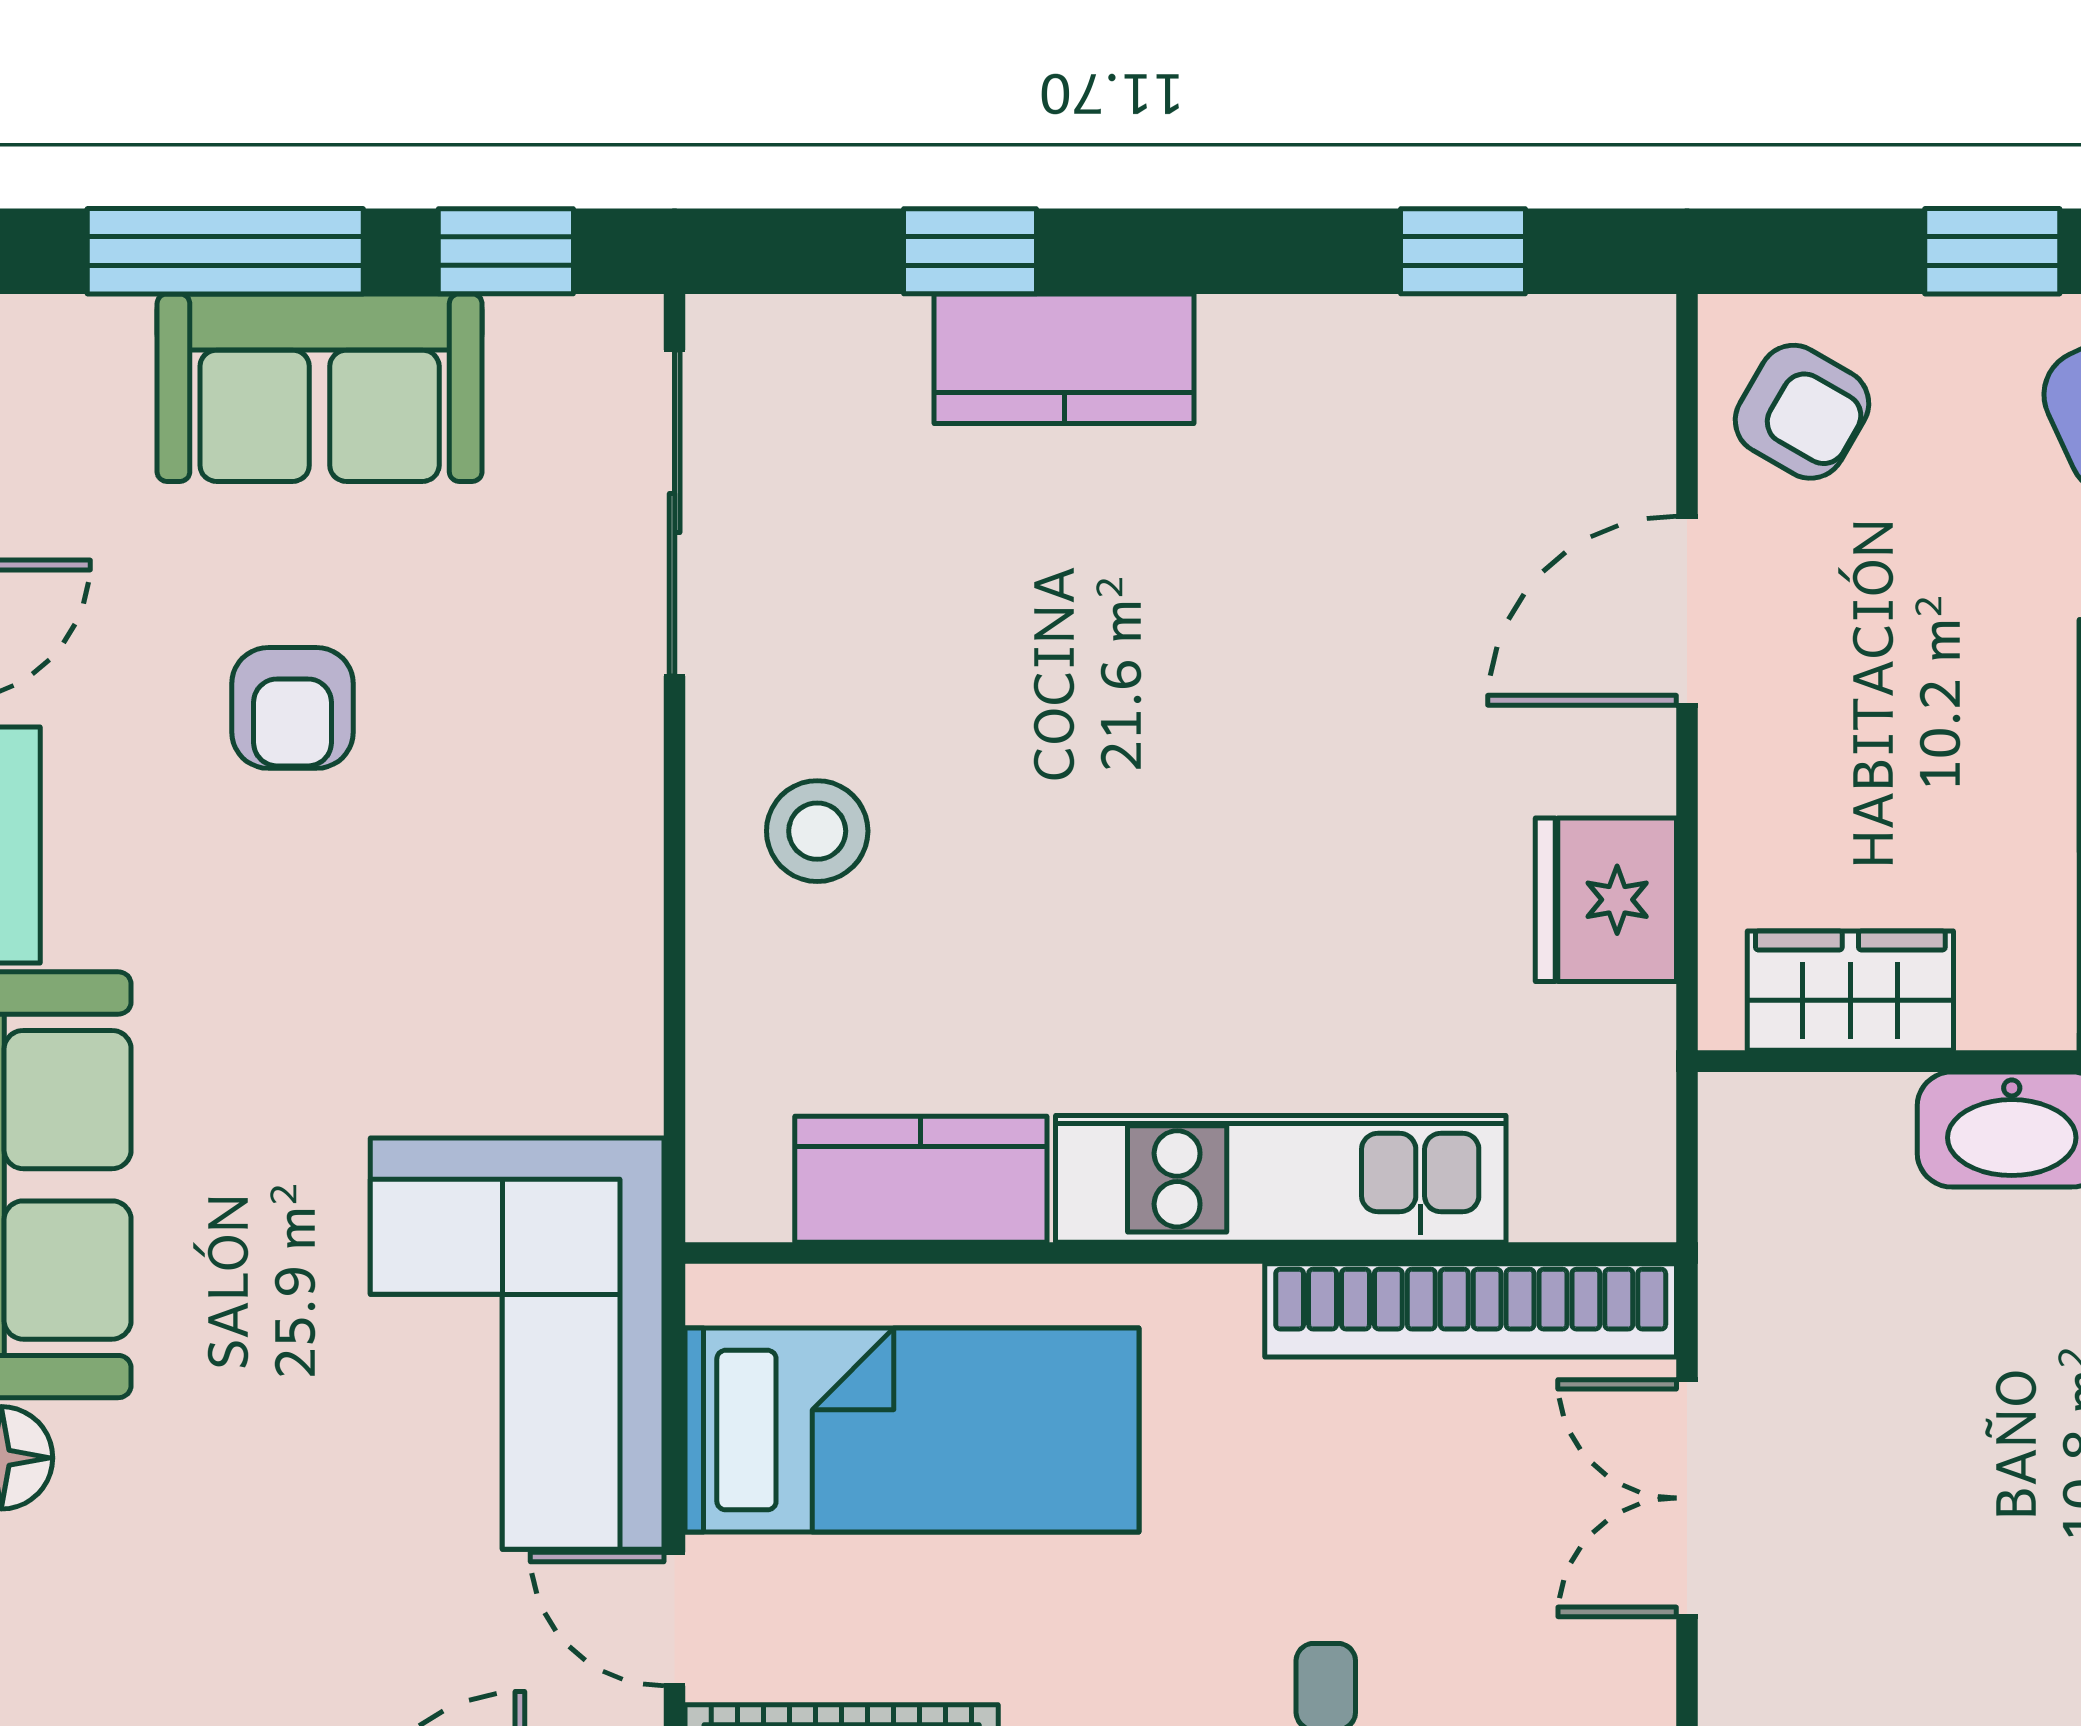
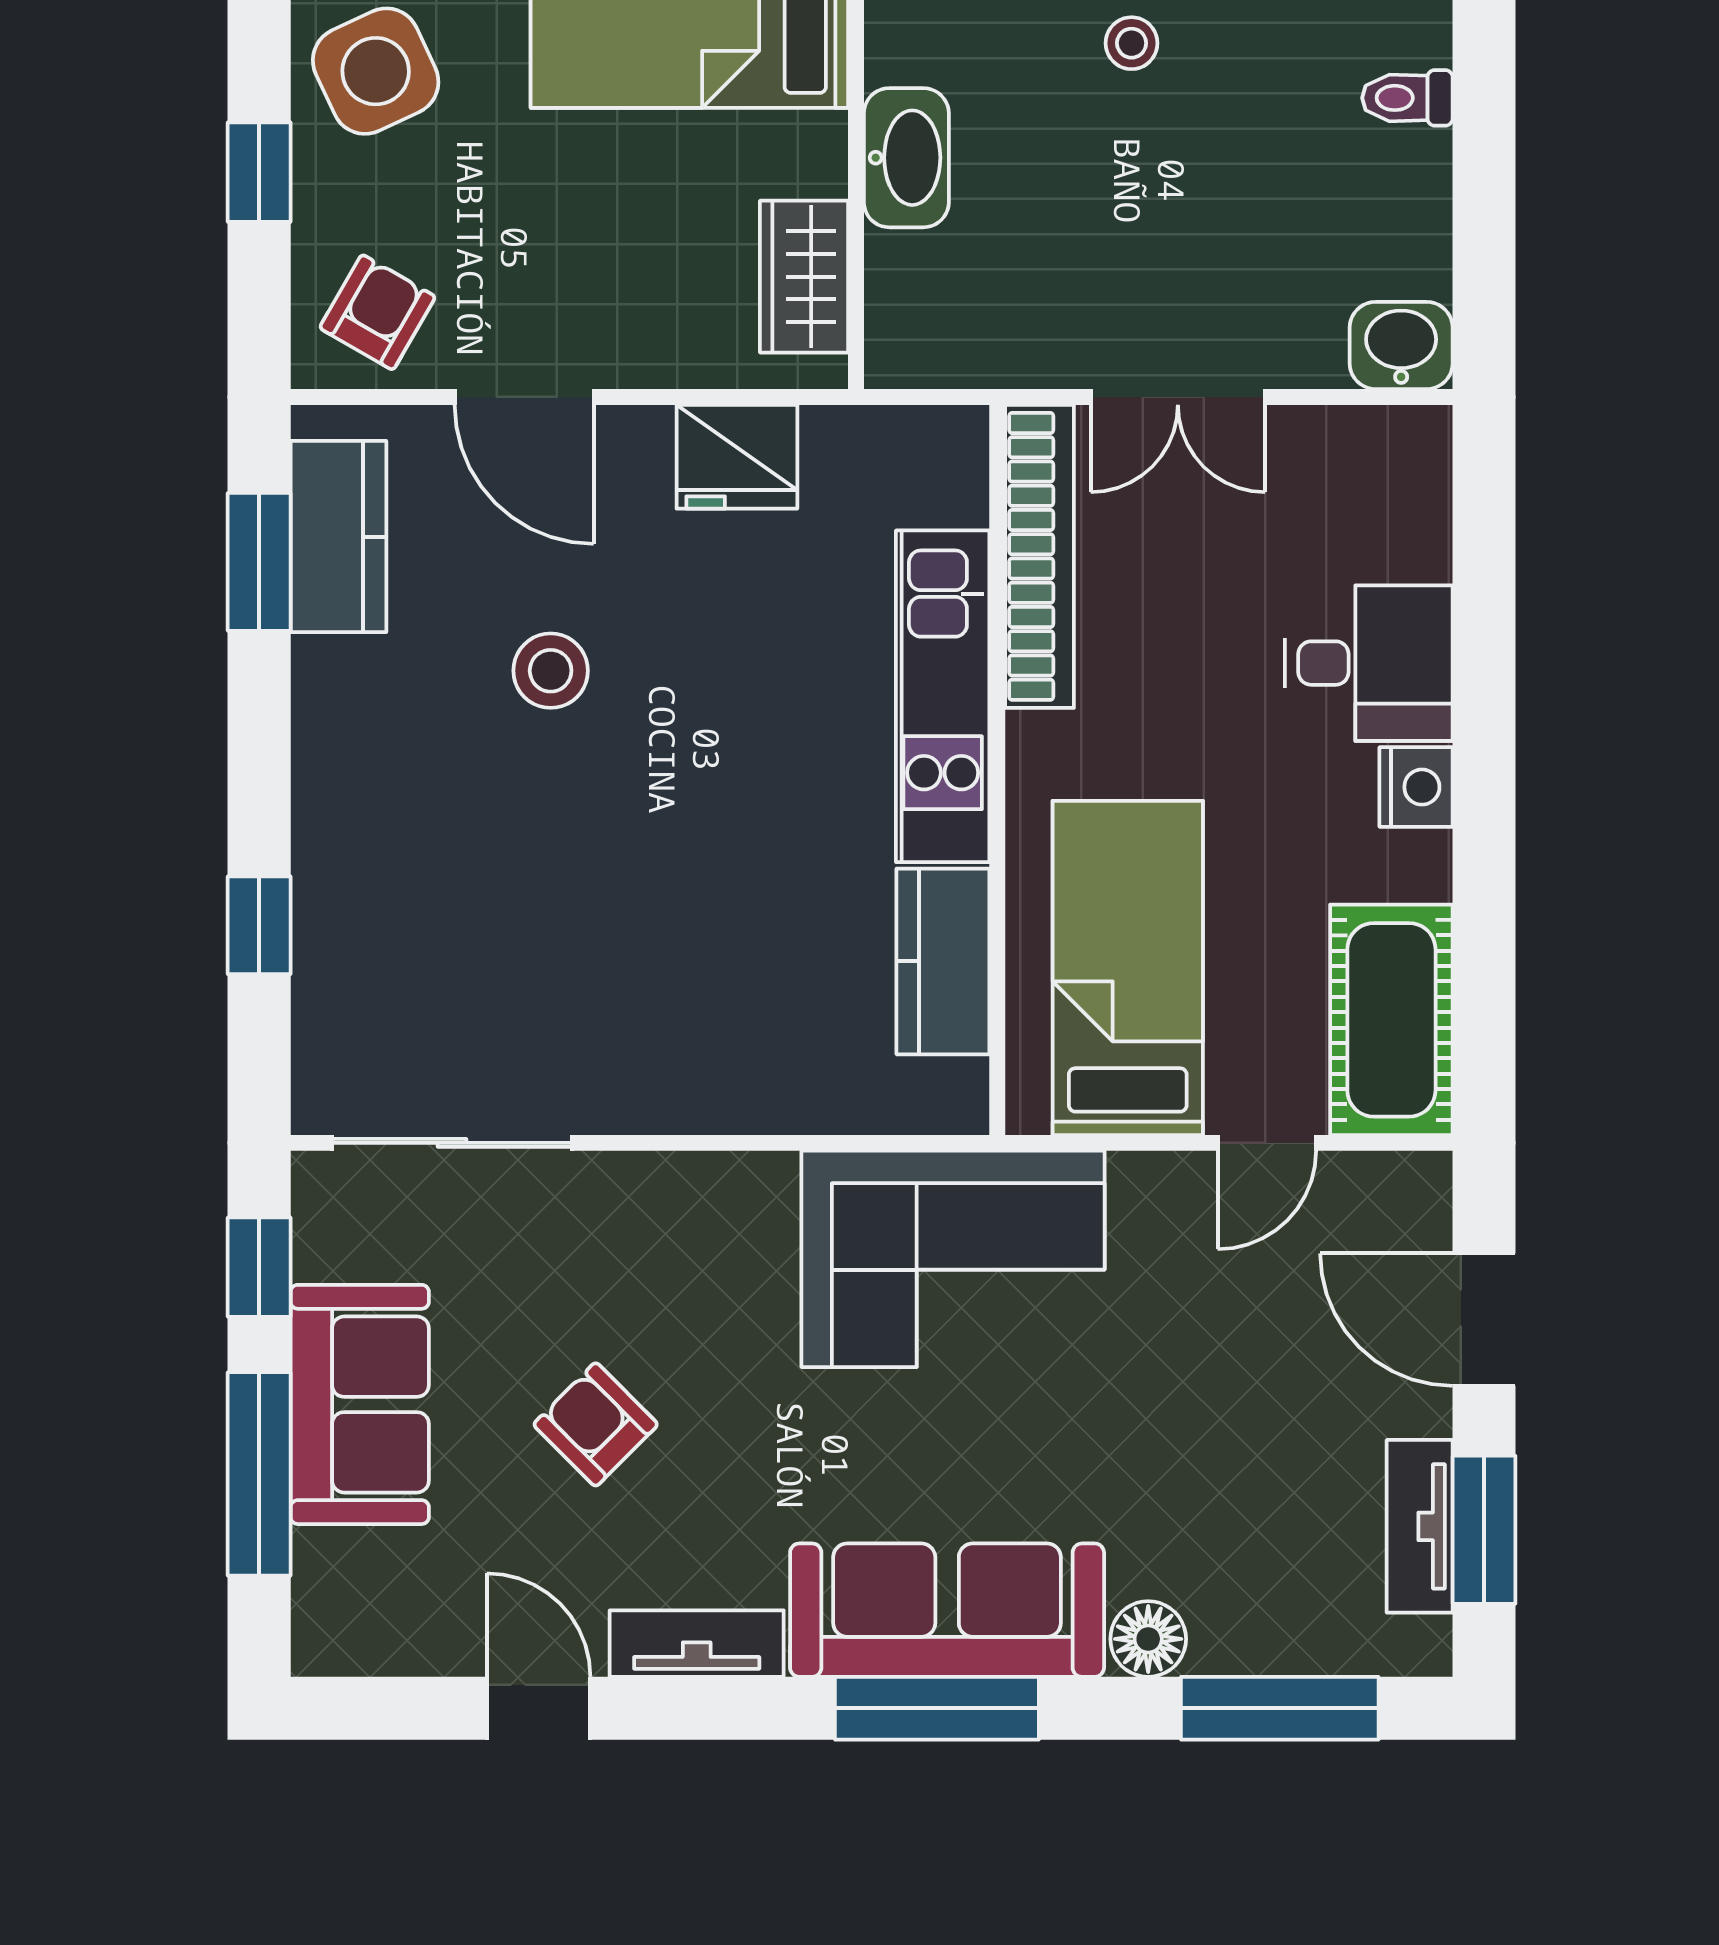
window: (1463, 251) -> (259, 562), width x1.50
kitchen counter: (1064, 359) -> (338, 537), moved
armchair: (292, 708) -> (596, 1424), turned -135
stool: (817, 831) -> (551, 671), moved
corner sofa: (517, 1344) -> (953, 1259), moved

